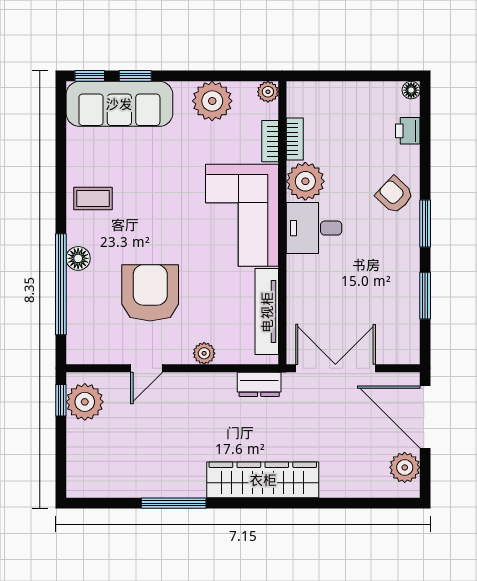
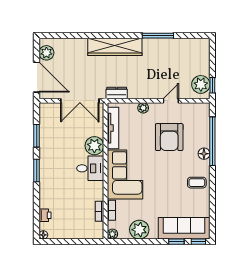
plant: (305, 181) -> (94, 146), moved
armchair: (395, 195) -> (51, 184), removed

